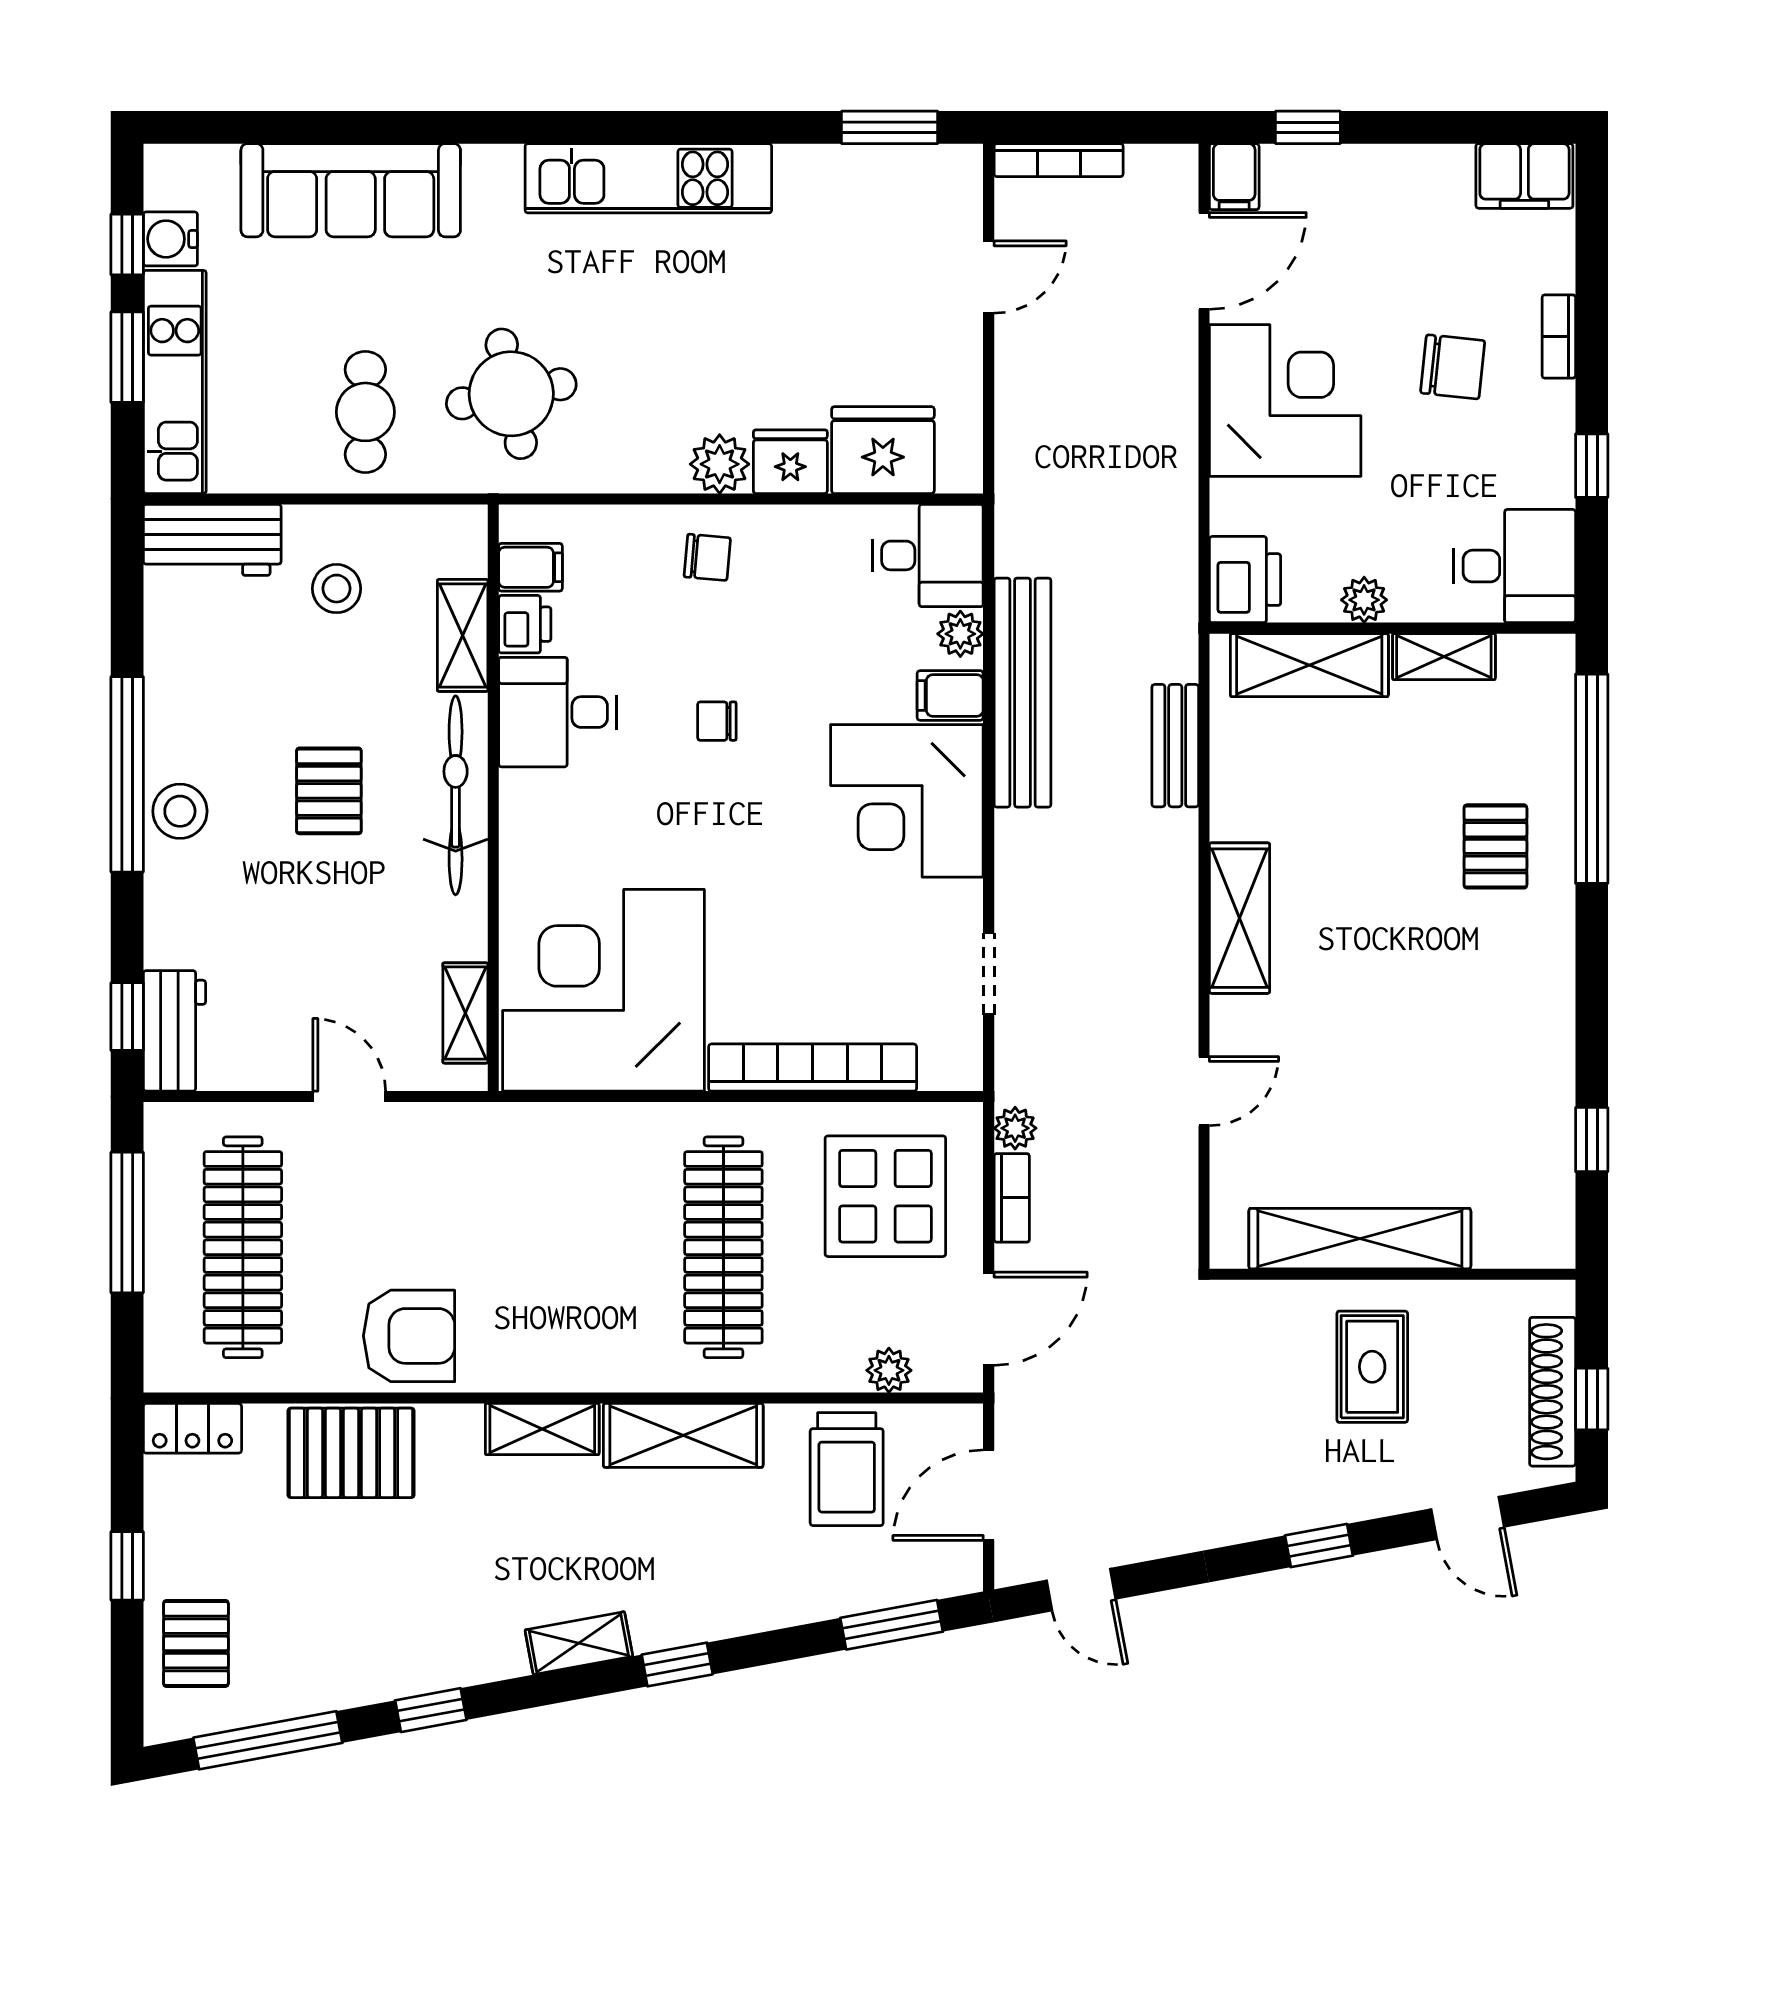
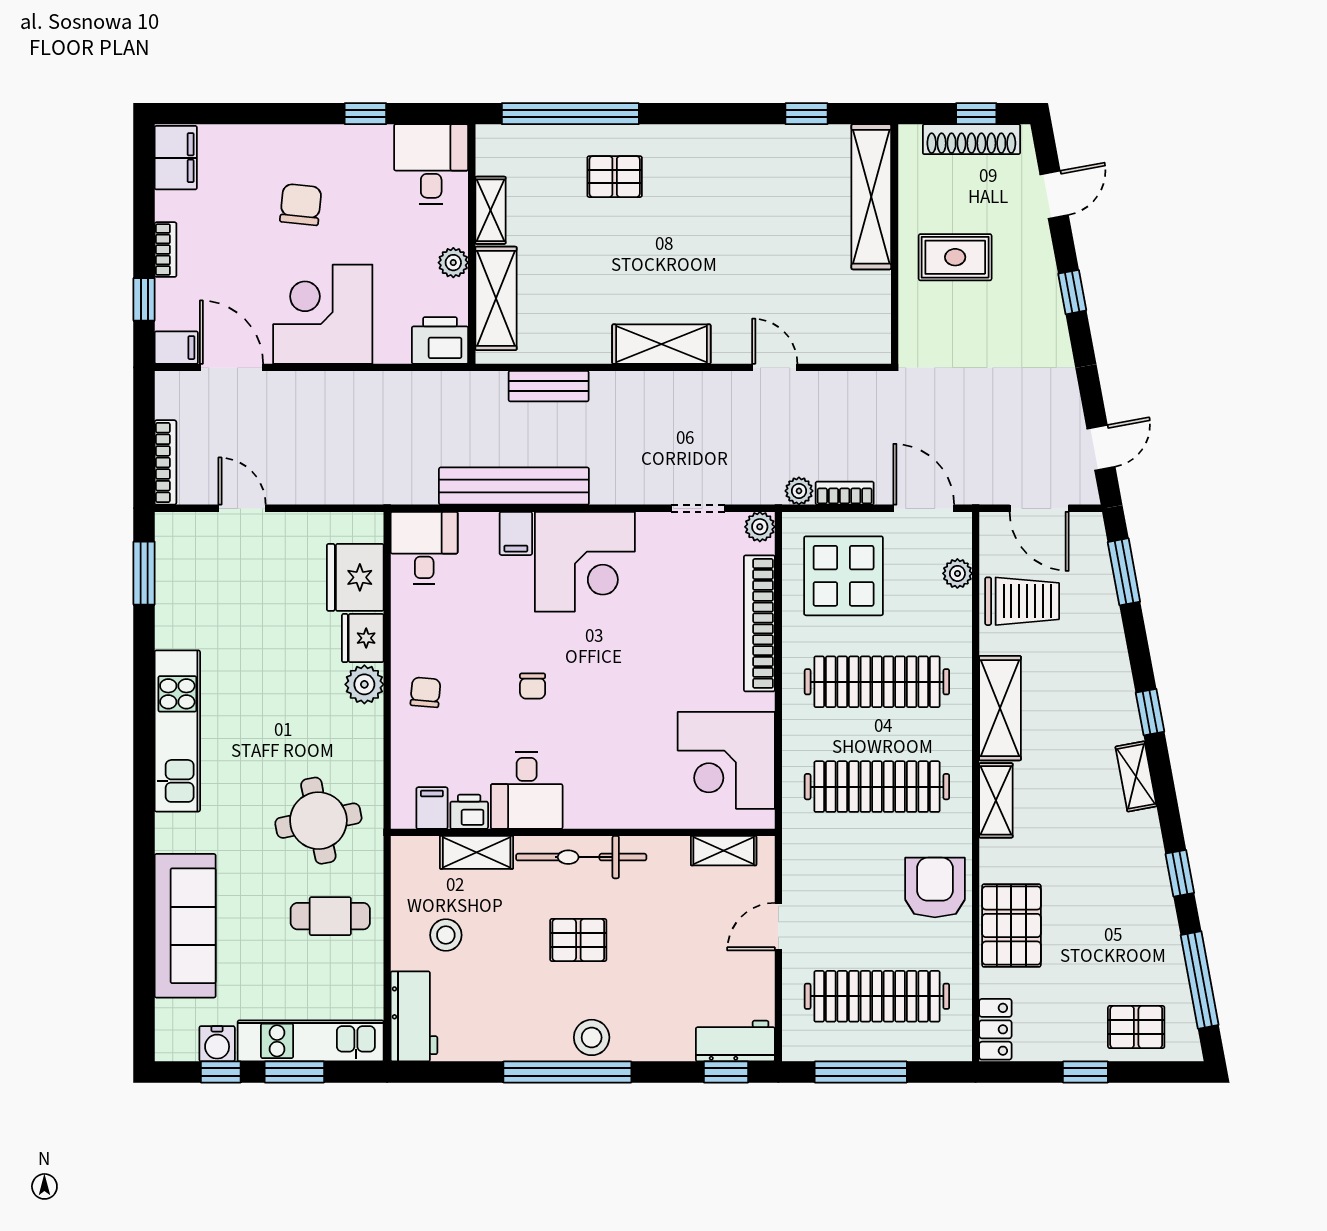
bookcase: (1559, 337) -> (166, 250), moved, turned -90
plant: (960, 634) -> (760, 527), moved
corner desk: (603, 990) -> (726, 760), width x0.74, depth x0.74
shelving: (1360, 1239) -> (871, 197), moved
clothes rail: (563, 1247) -> (877, 787), added

